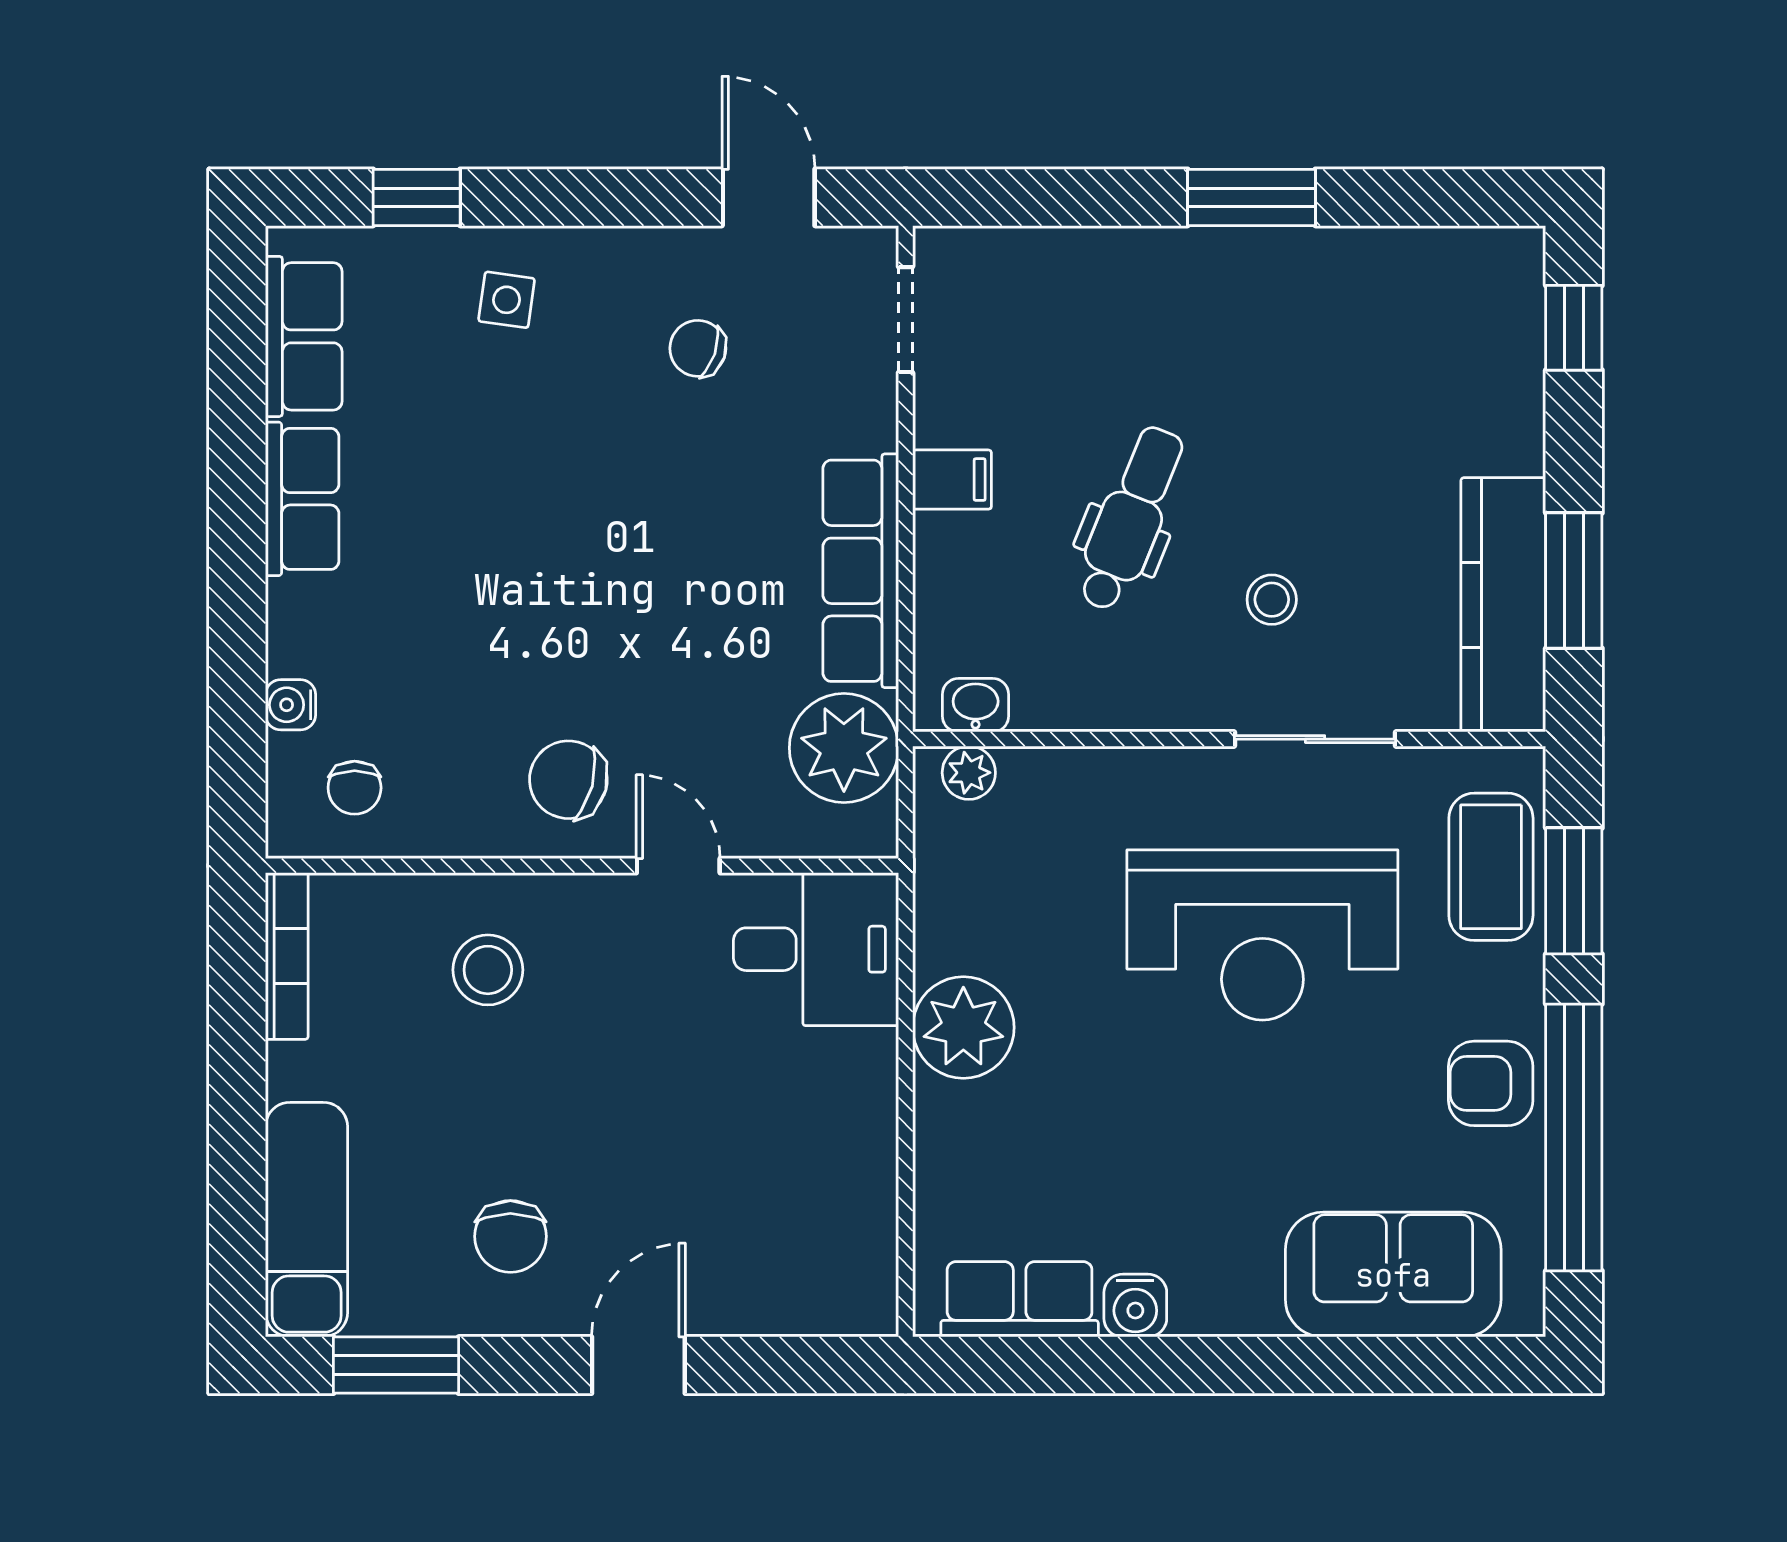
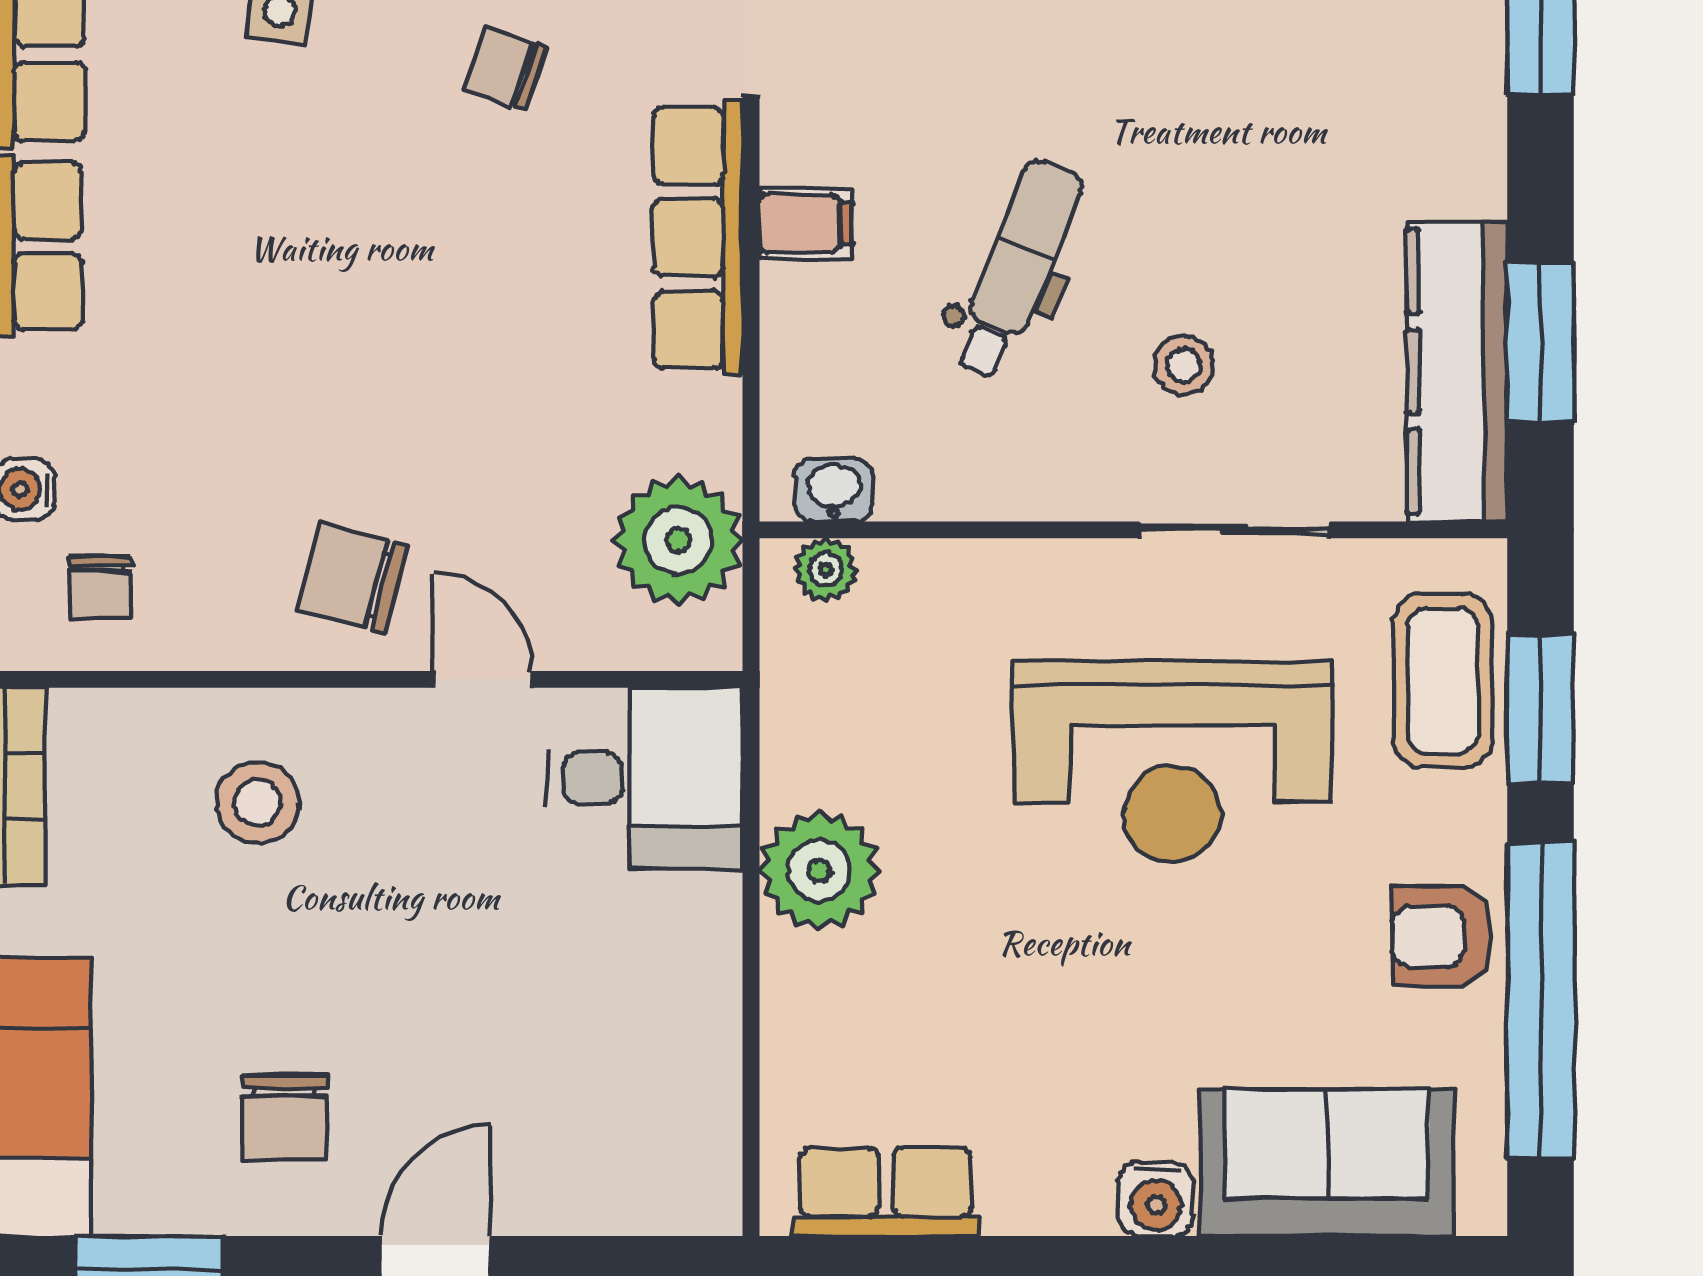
row of seats: (861, 571) -> (698, 238), moved
water cooler: (1135, 1305) -> (1156, 1199), moved

